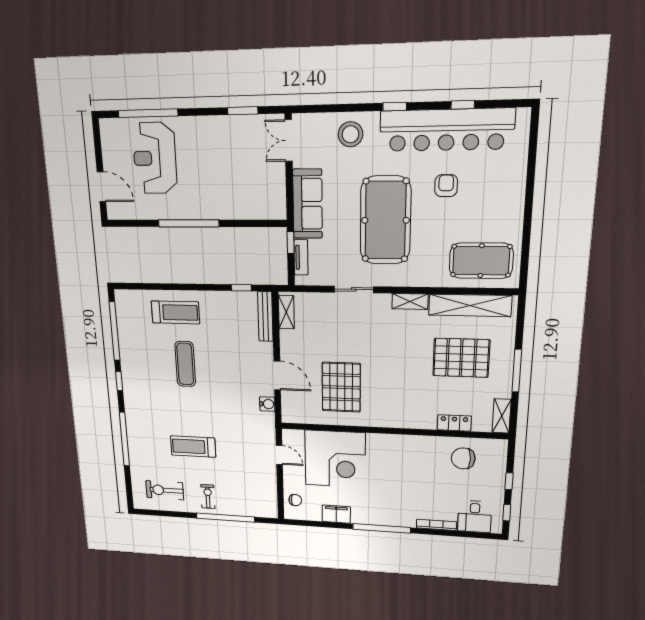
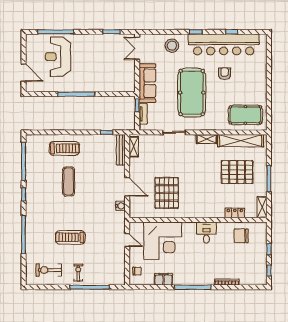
desk: (475, 517) -> (206, 233), moved, turned 180

